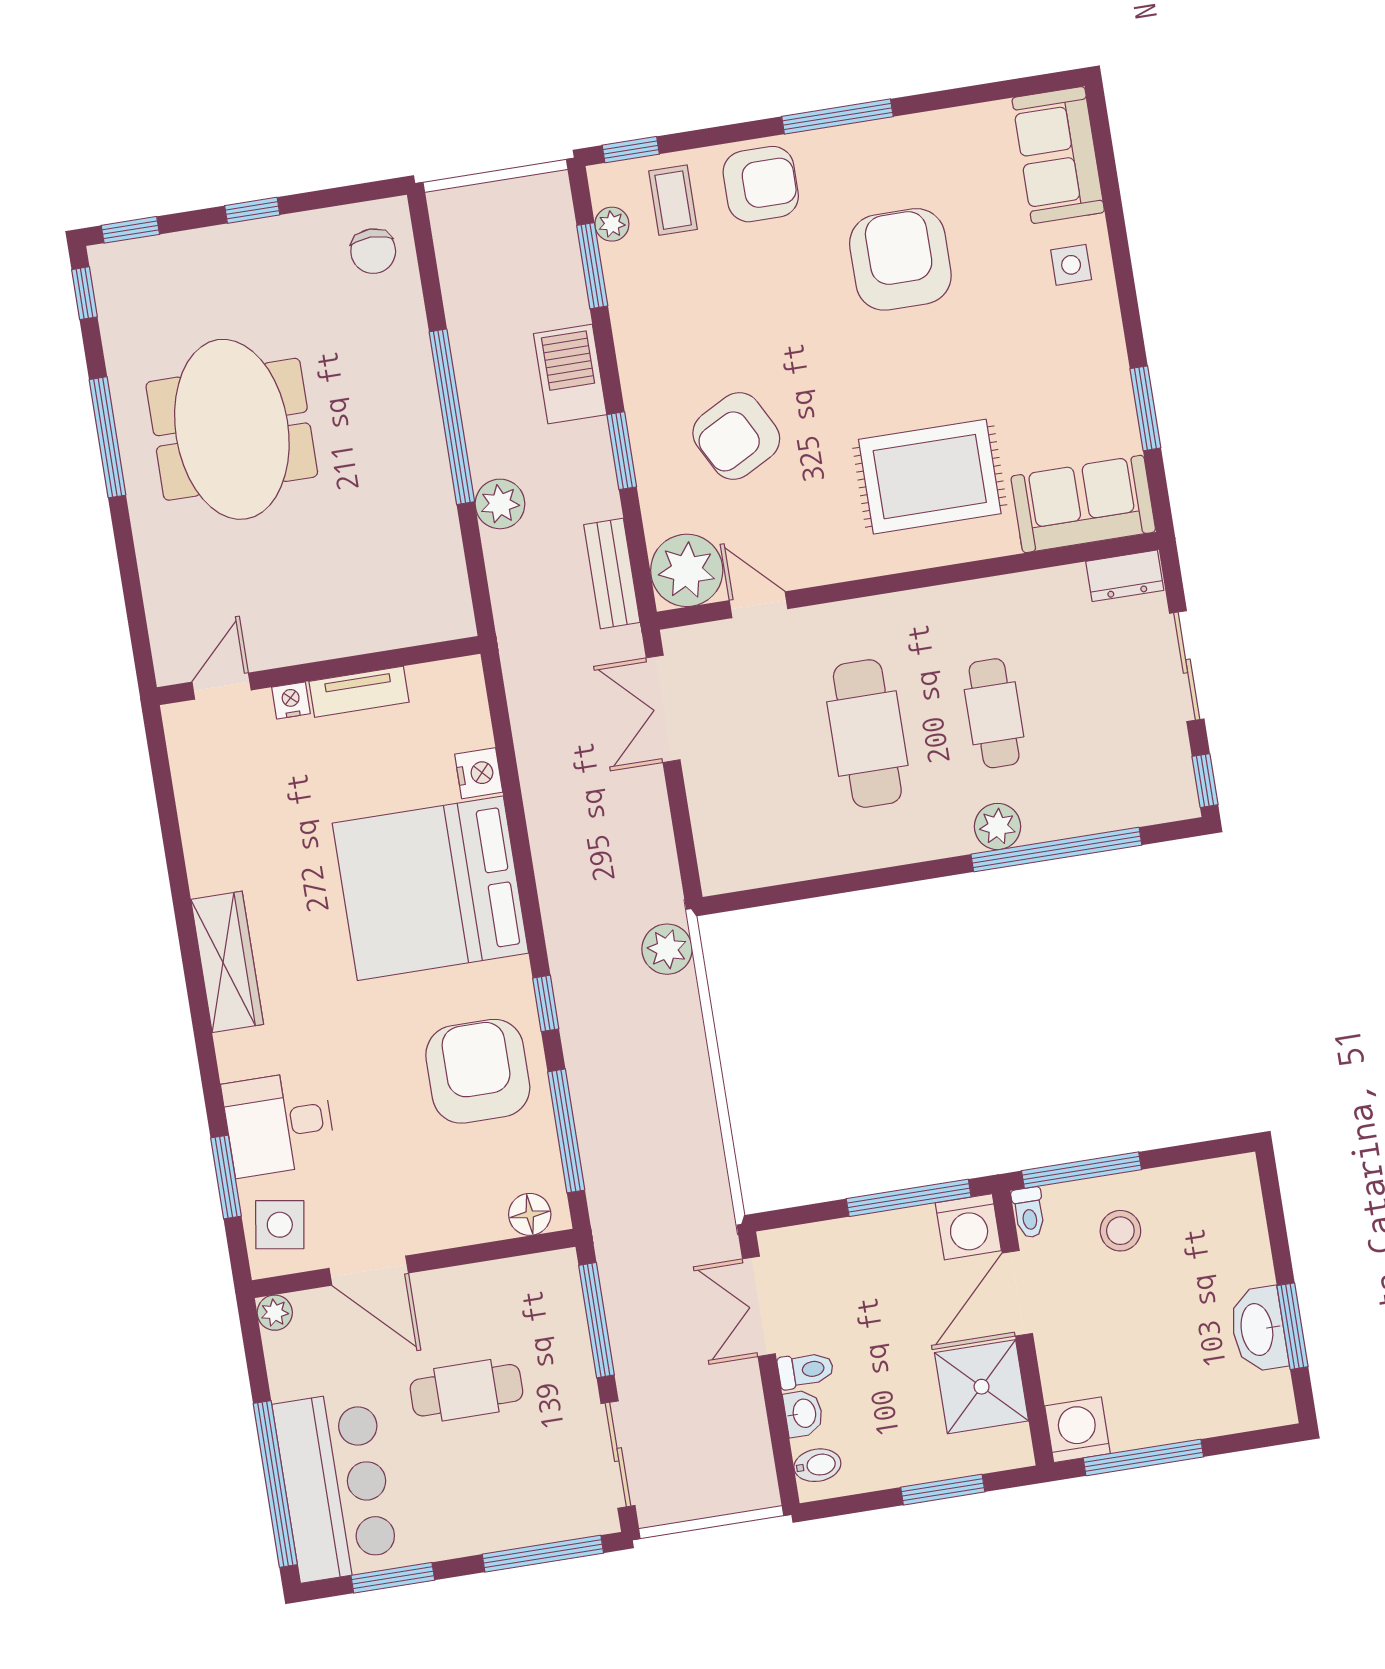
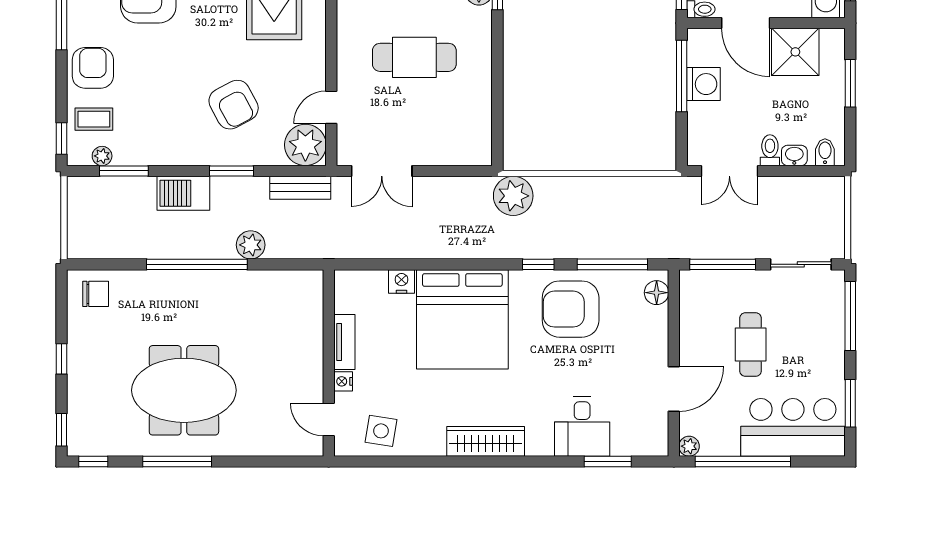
plant: (667, 949) -> (513, 196), width x1.36, depth x1.36
side table: (280, 1225) -> (381, 431), moved
washing machine: (968, 1227) -> (703, 84), moved
window: (275, 1484) -> (743, 462), moved

